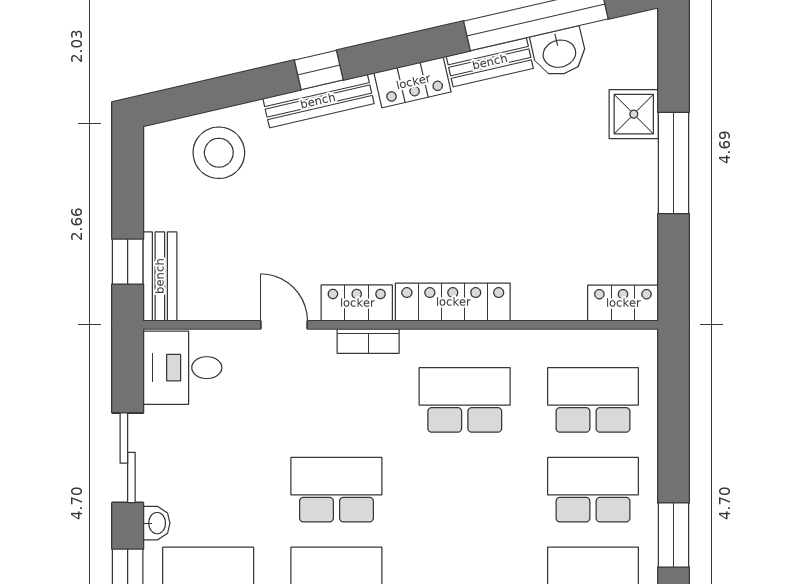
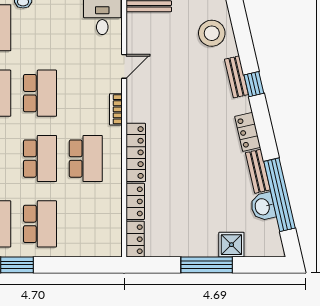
bench: (318, 101) -> (236, 77), width x0.73
locker: (357, 303) -> (135, 201), moved
school desk: (593, 400) -> (40, 159), moved

